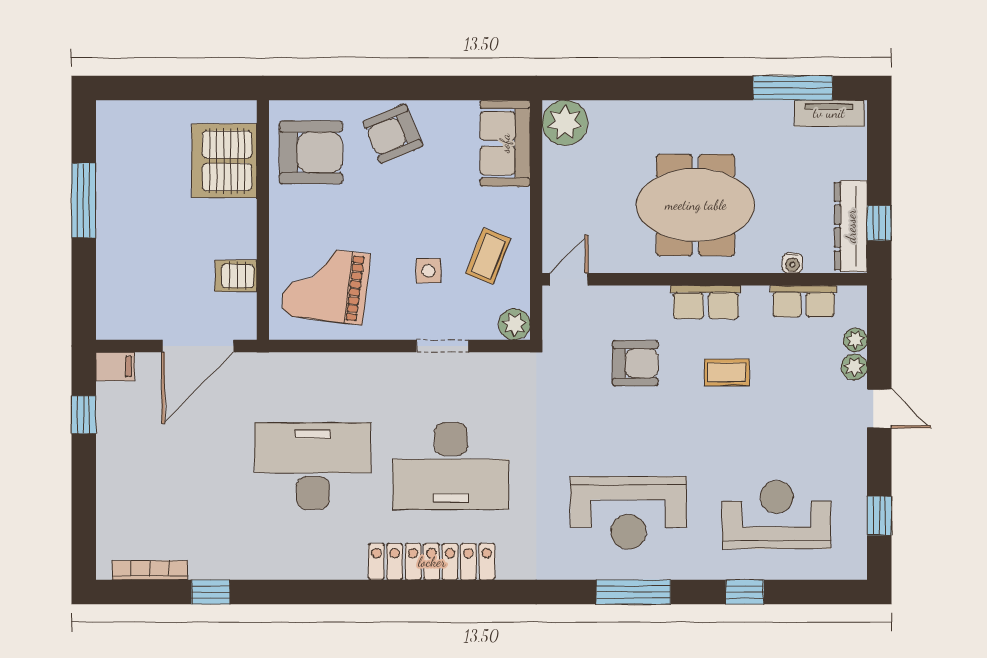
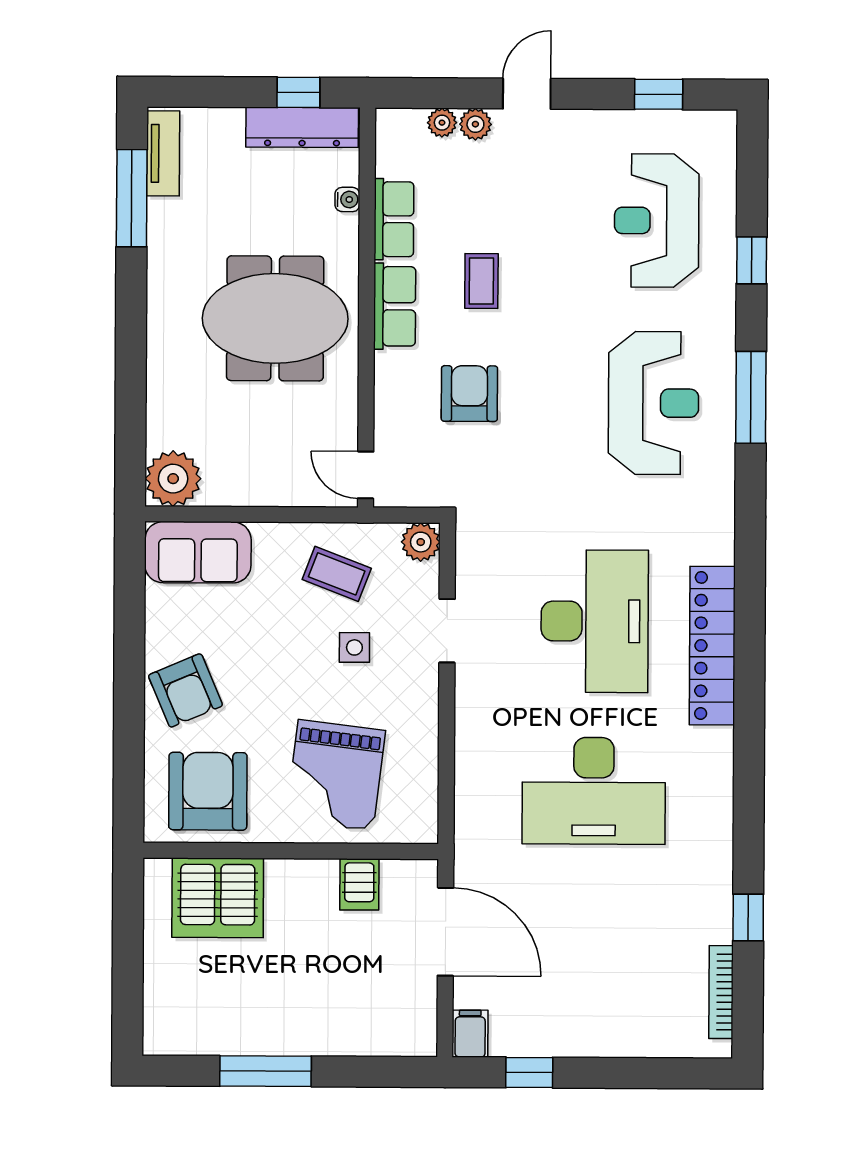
meeting table: (696, 205) -> (275, 318), turned 90
grand piano: (325, 285) -> (336, 775), moved
row of seats: (804, 301) -> (394, 219), moved
desk: (313, 466) -> (594, 791), turned -90

